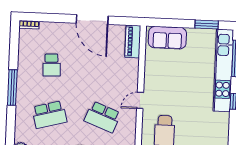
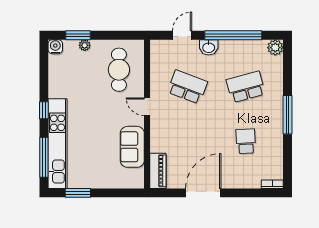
door: (92, 20) -> (203, 193), hinge flipped
sofa: (167, 38) -> (132, 147), moved, turned -90
door: (140, 100) -> (147, 107), swing flipped

